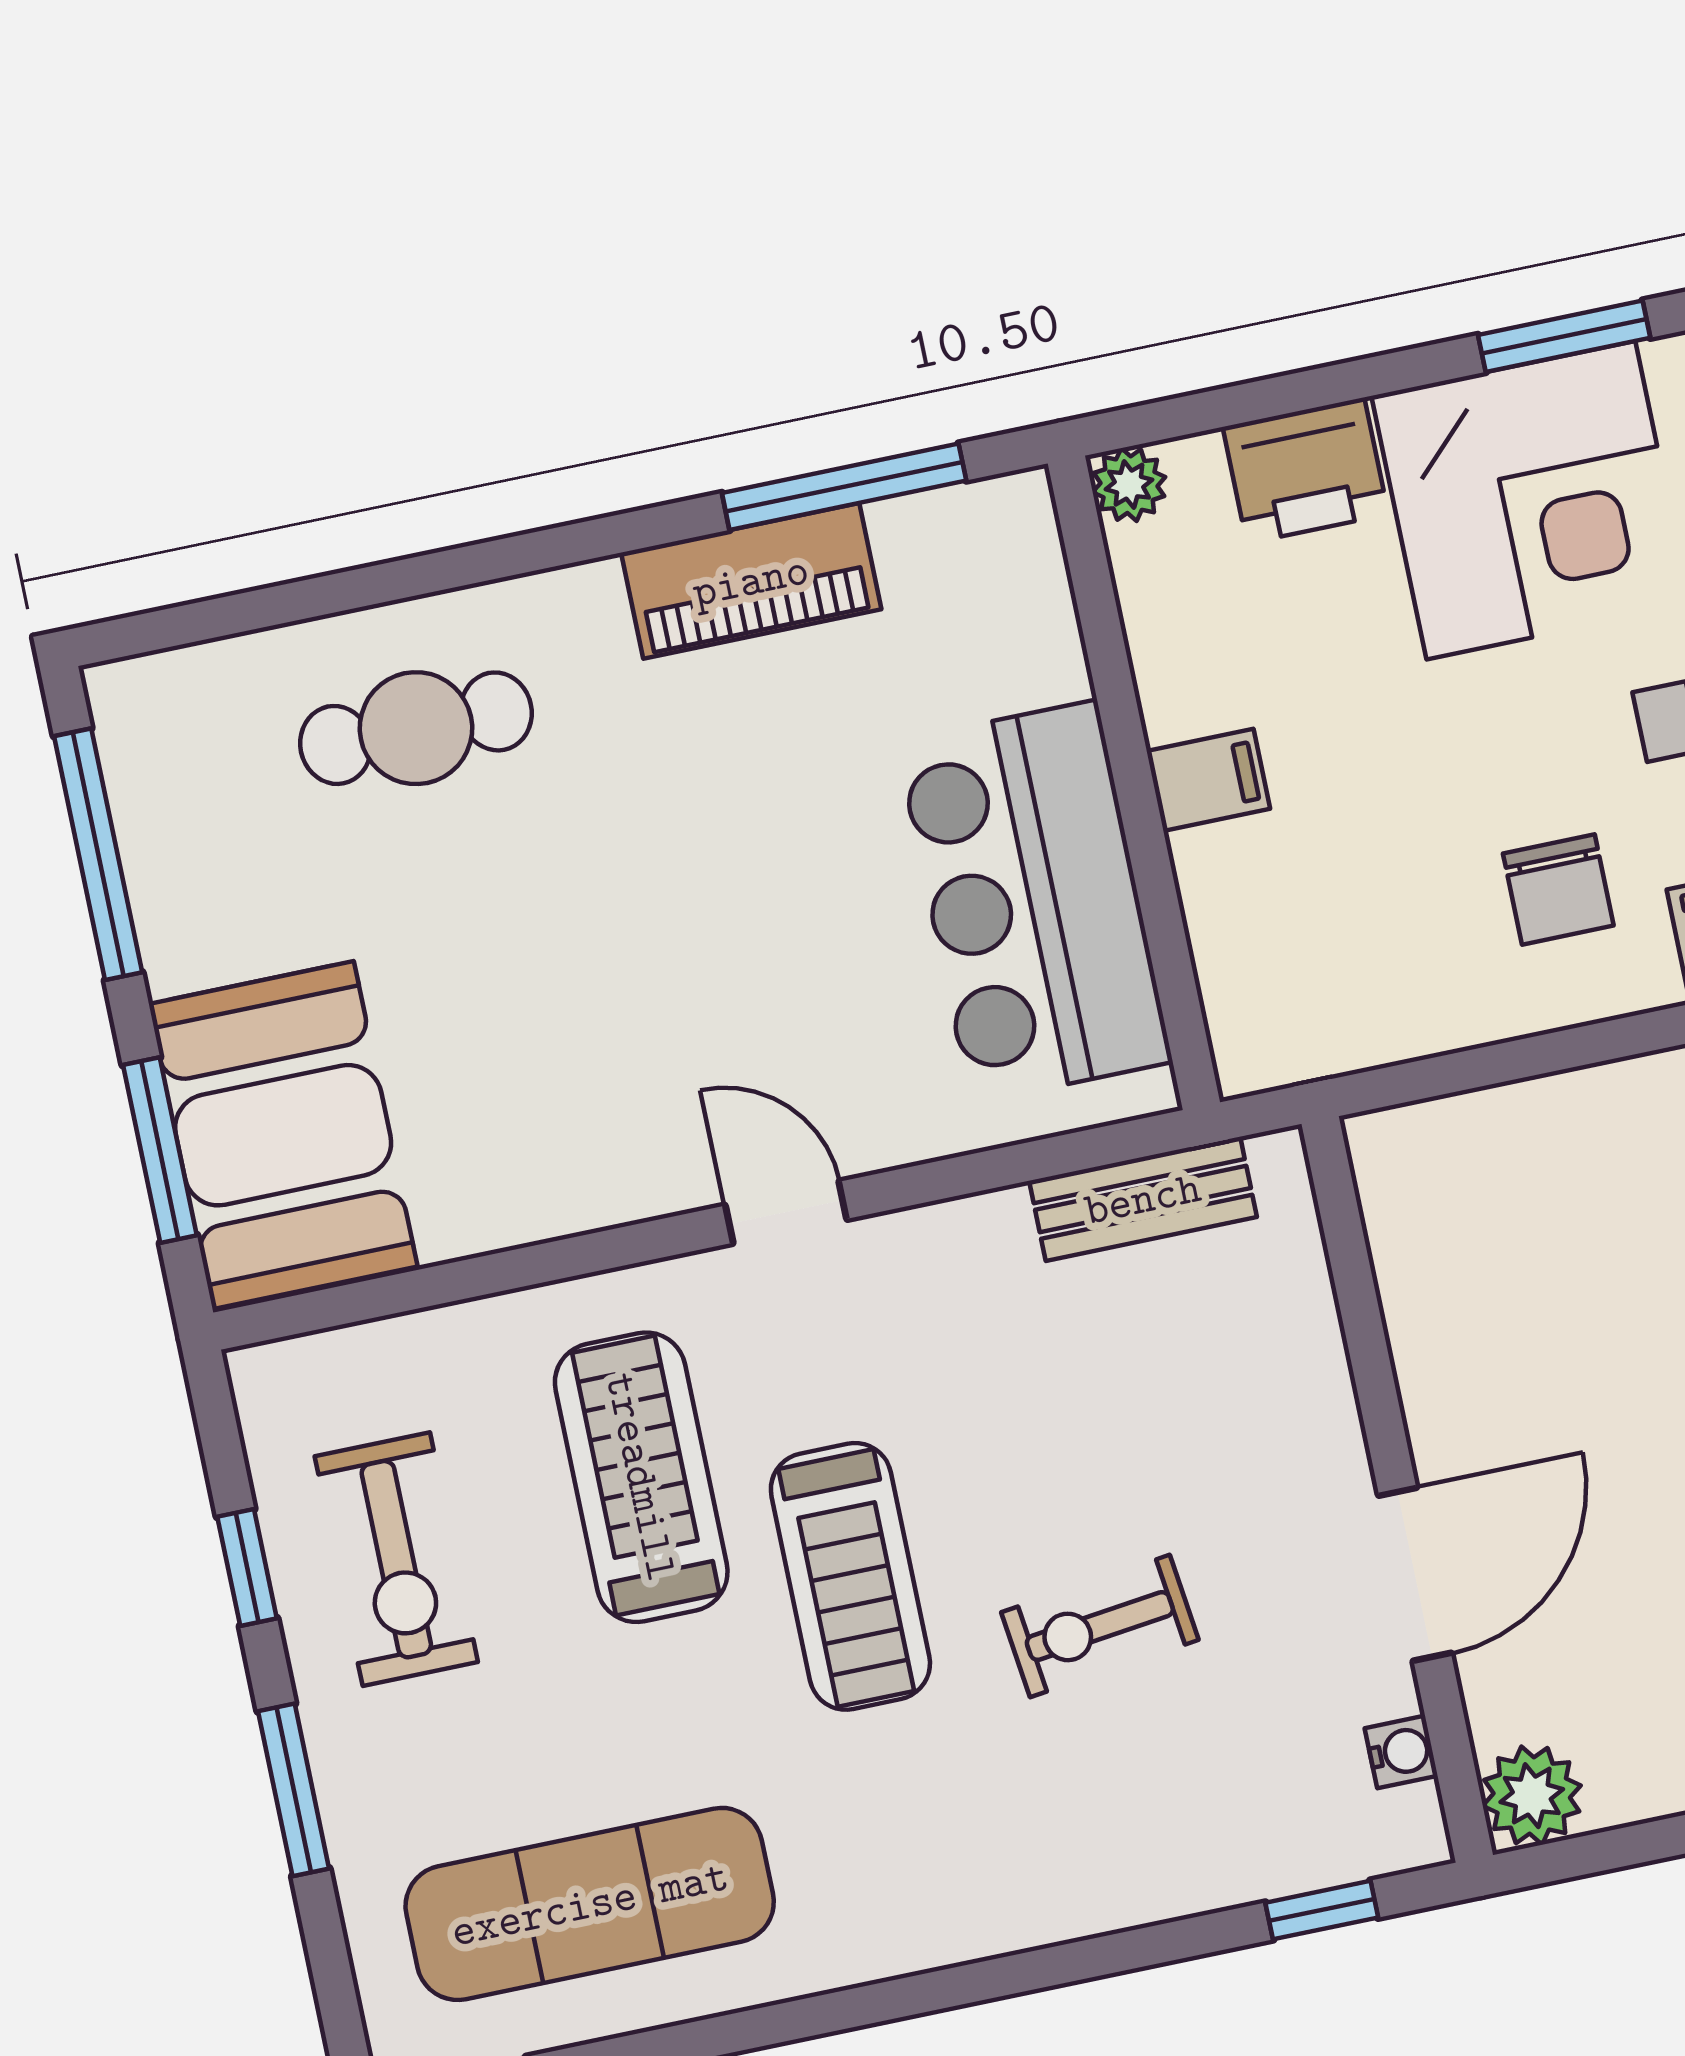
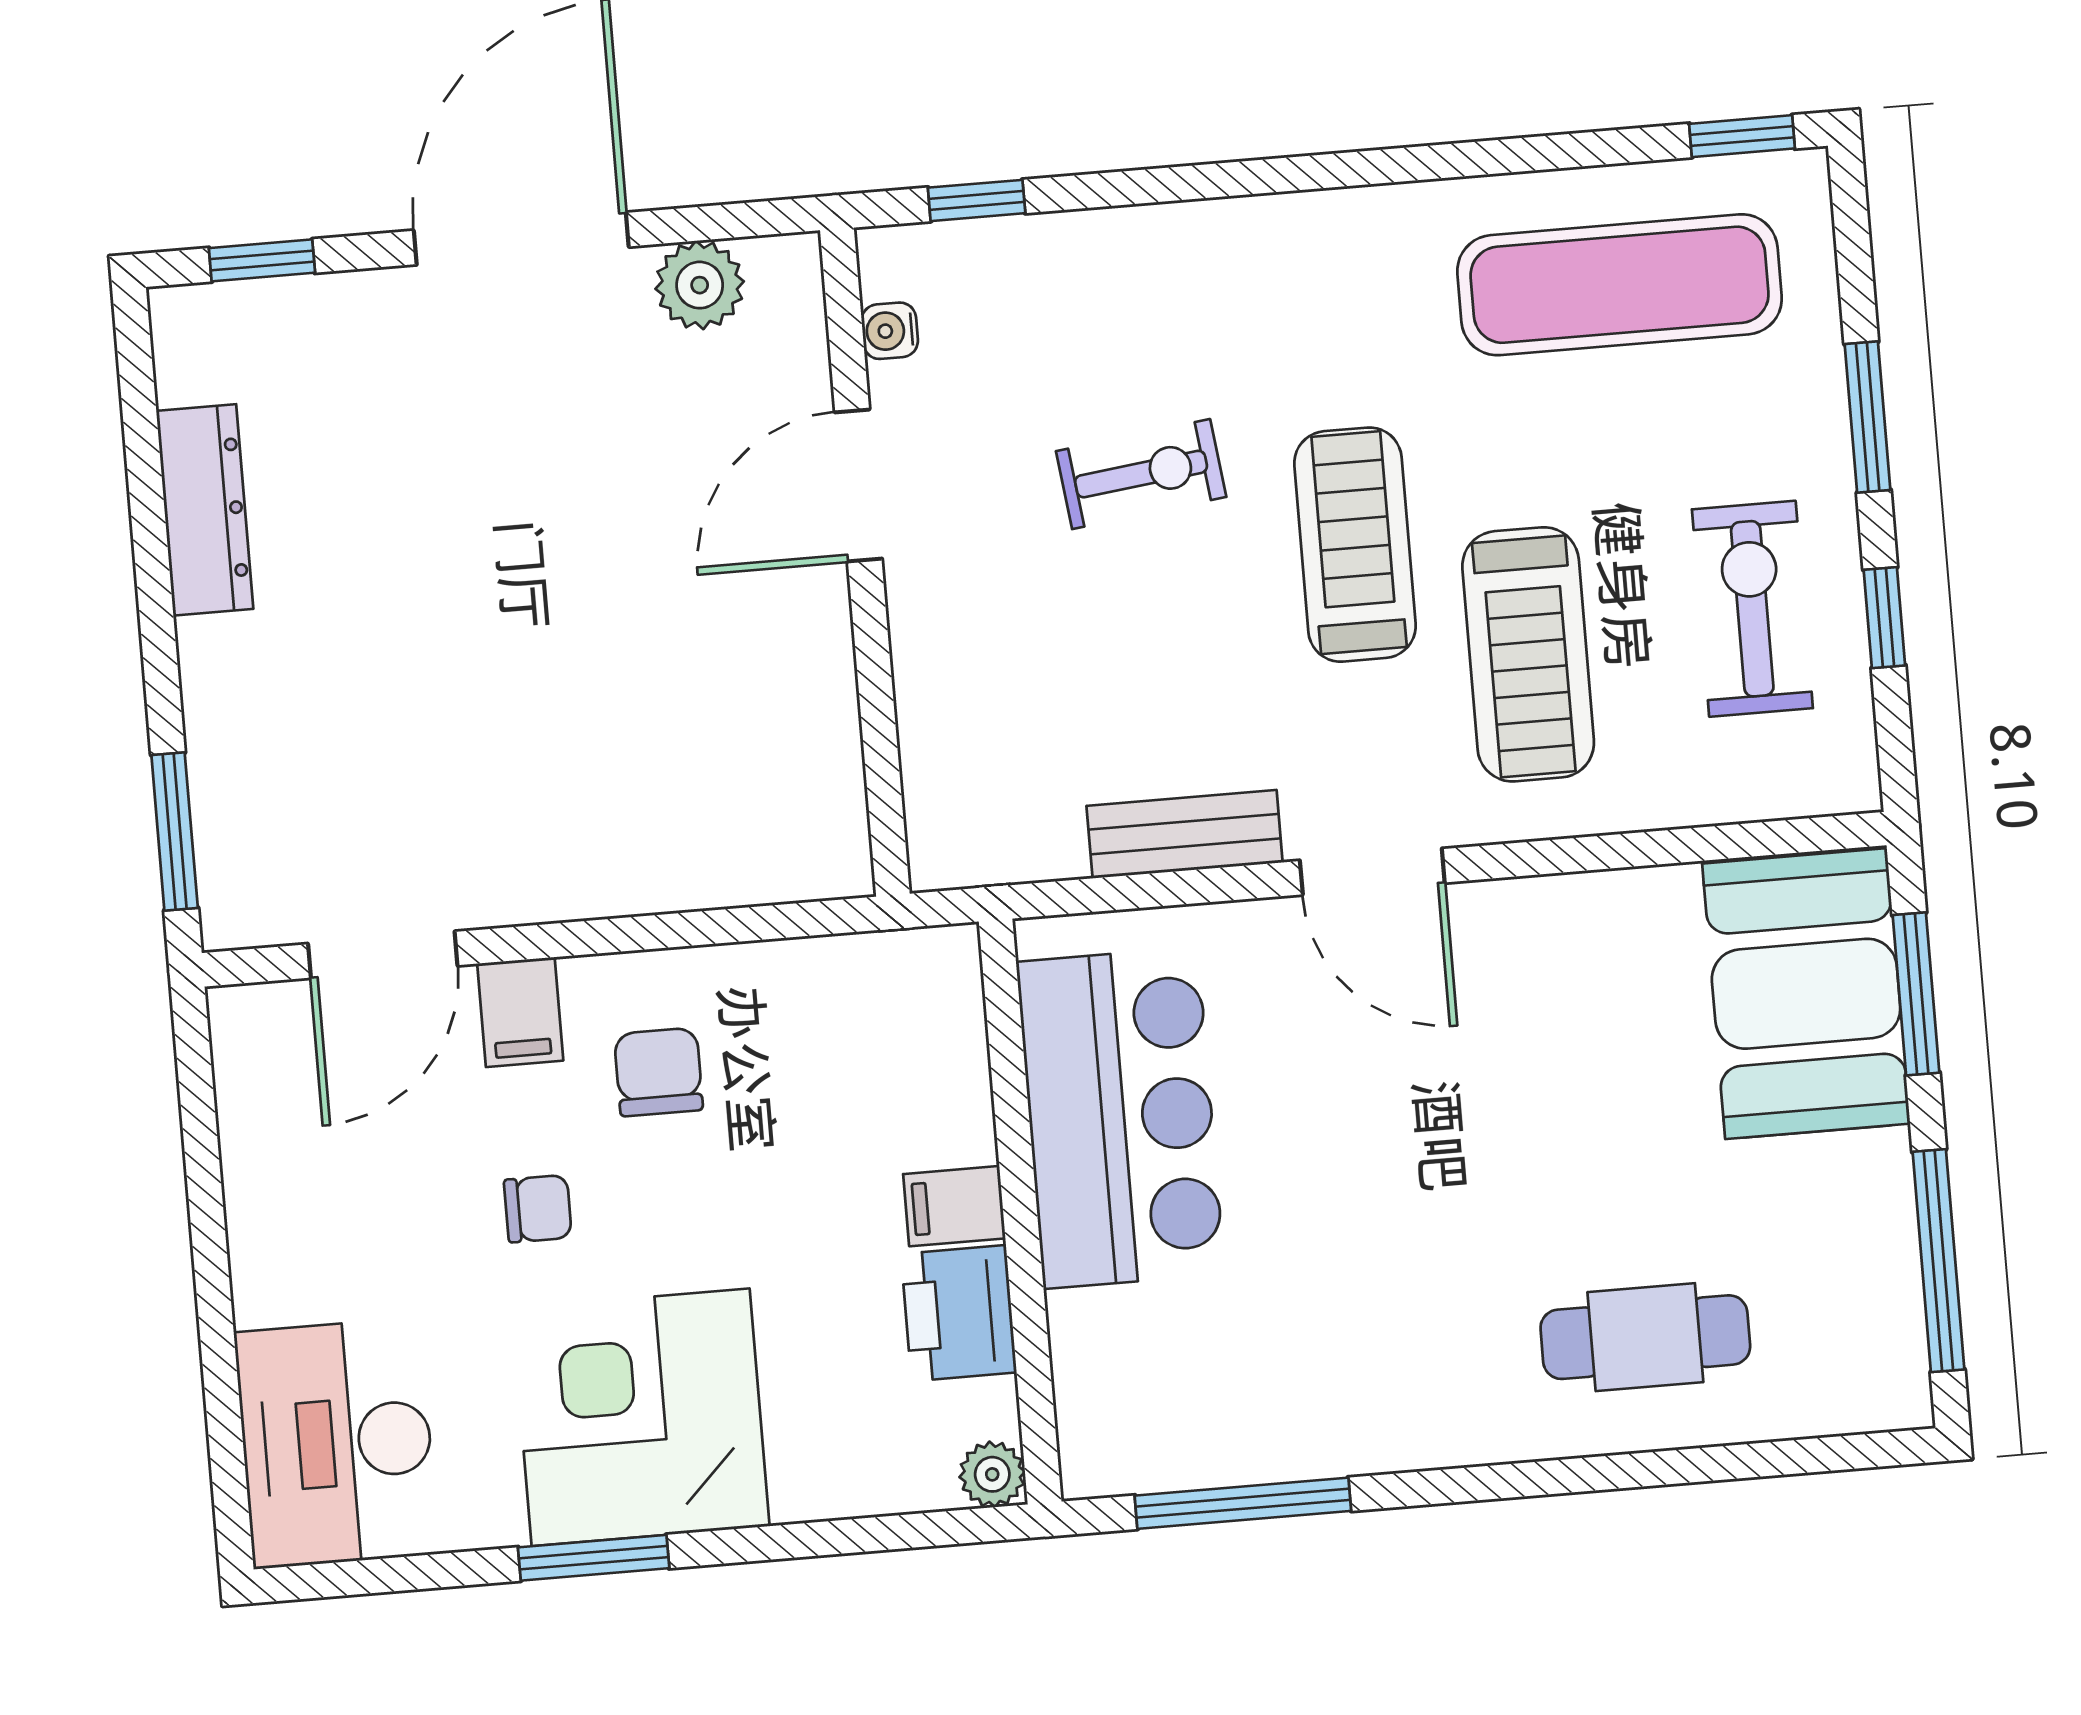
printer: (1306, 471) -> (959, 1313), moved, turned -90
piano: (751, 581) -> (1335, 1430), removed
bench: (1143, 1199) -> (1185, 834), moved
door: (786, 1212) -> (1372, 872), width x1.38
plant: (1532, 1796) -> (700, 285), moved

